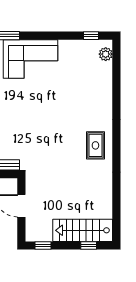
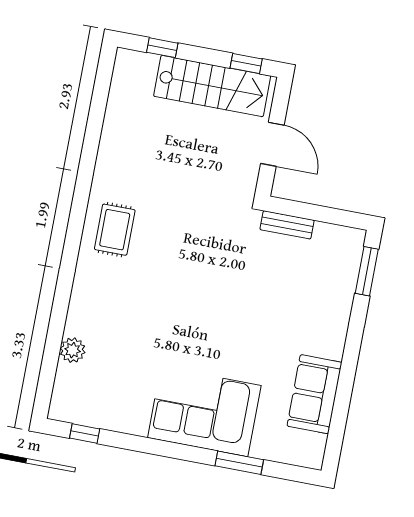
plant: (106, 54) -> (73, 350), moved
stairs: (83, 230) -> (212, 86), moved

